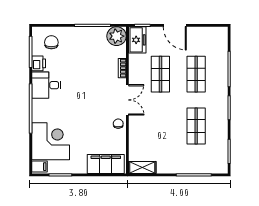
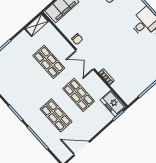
door: (175, 25) -> (82, 149), moved
plant: (117, 36) -> (128, 94), removed
shop shelf: (196, 126) -> (49, 62), moved

